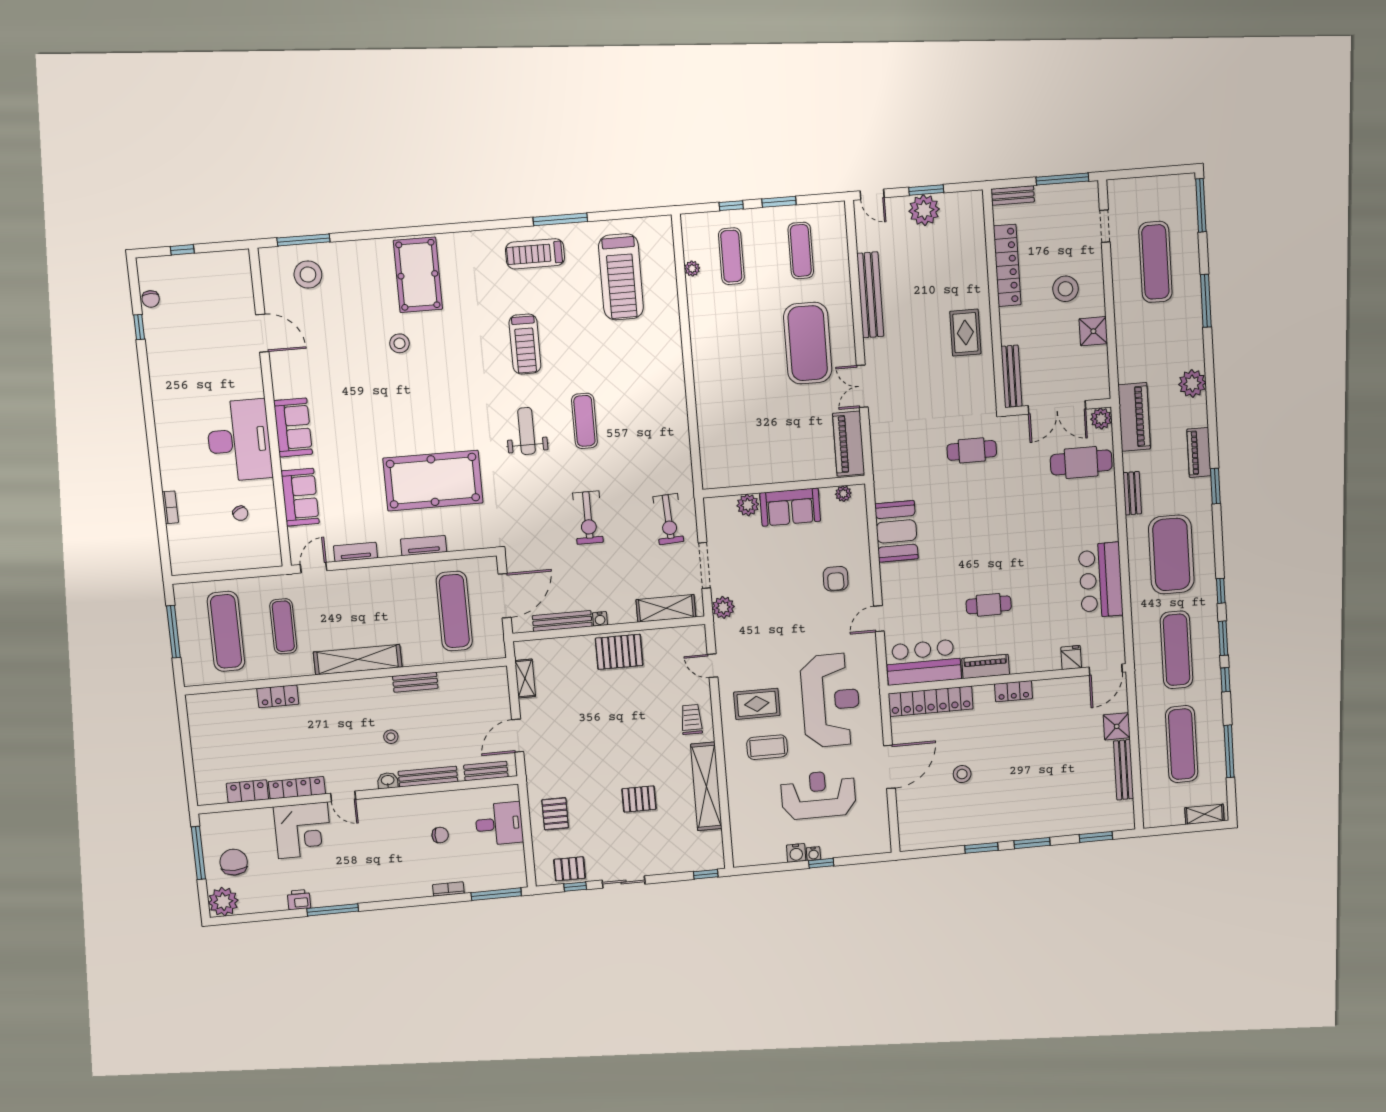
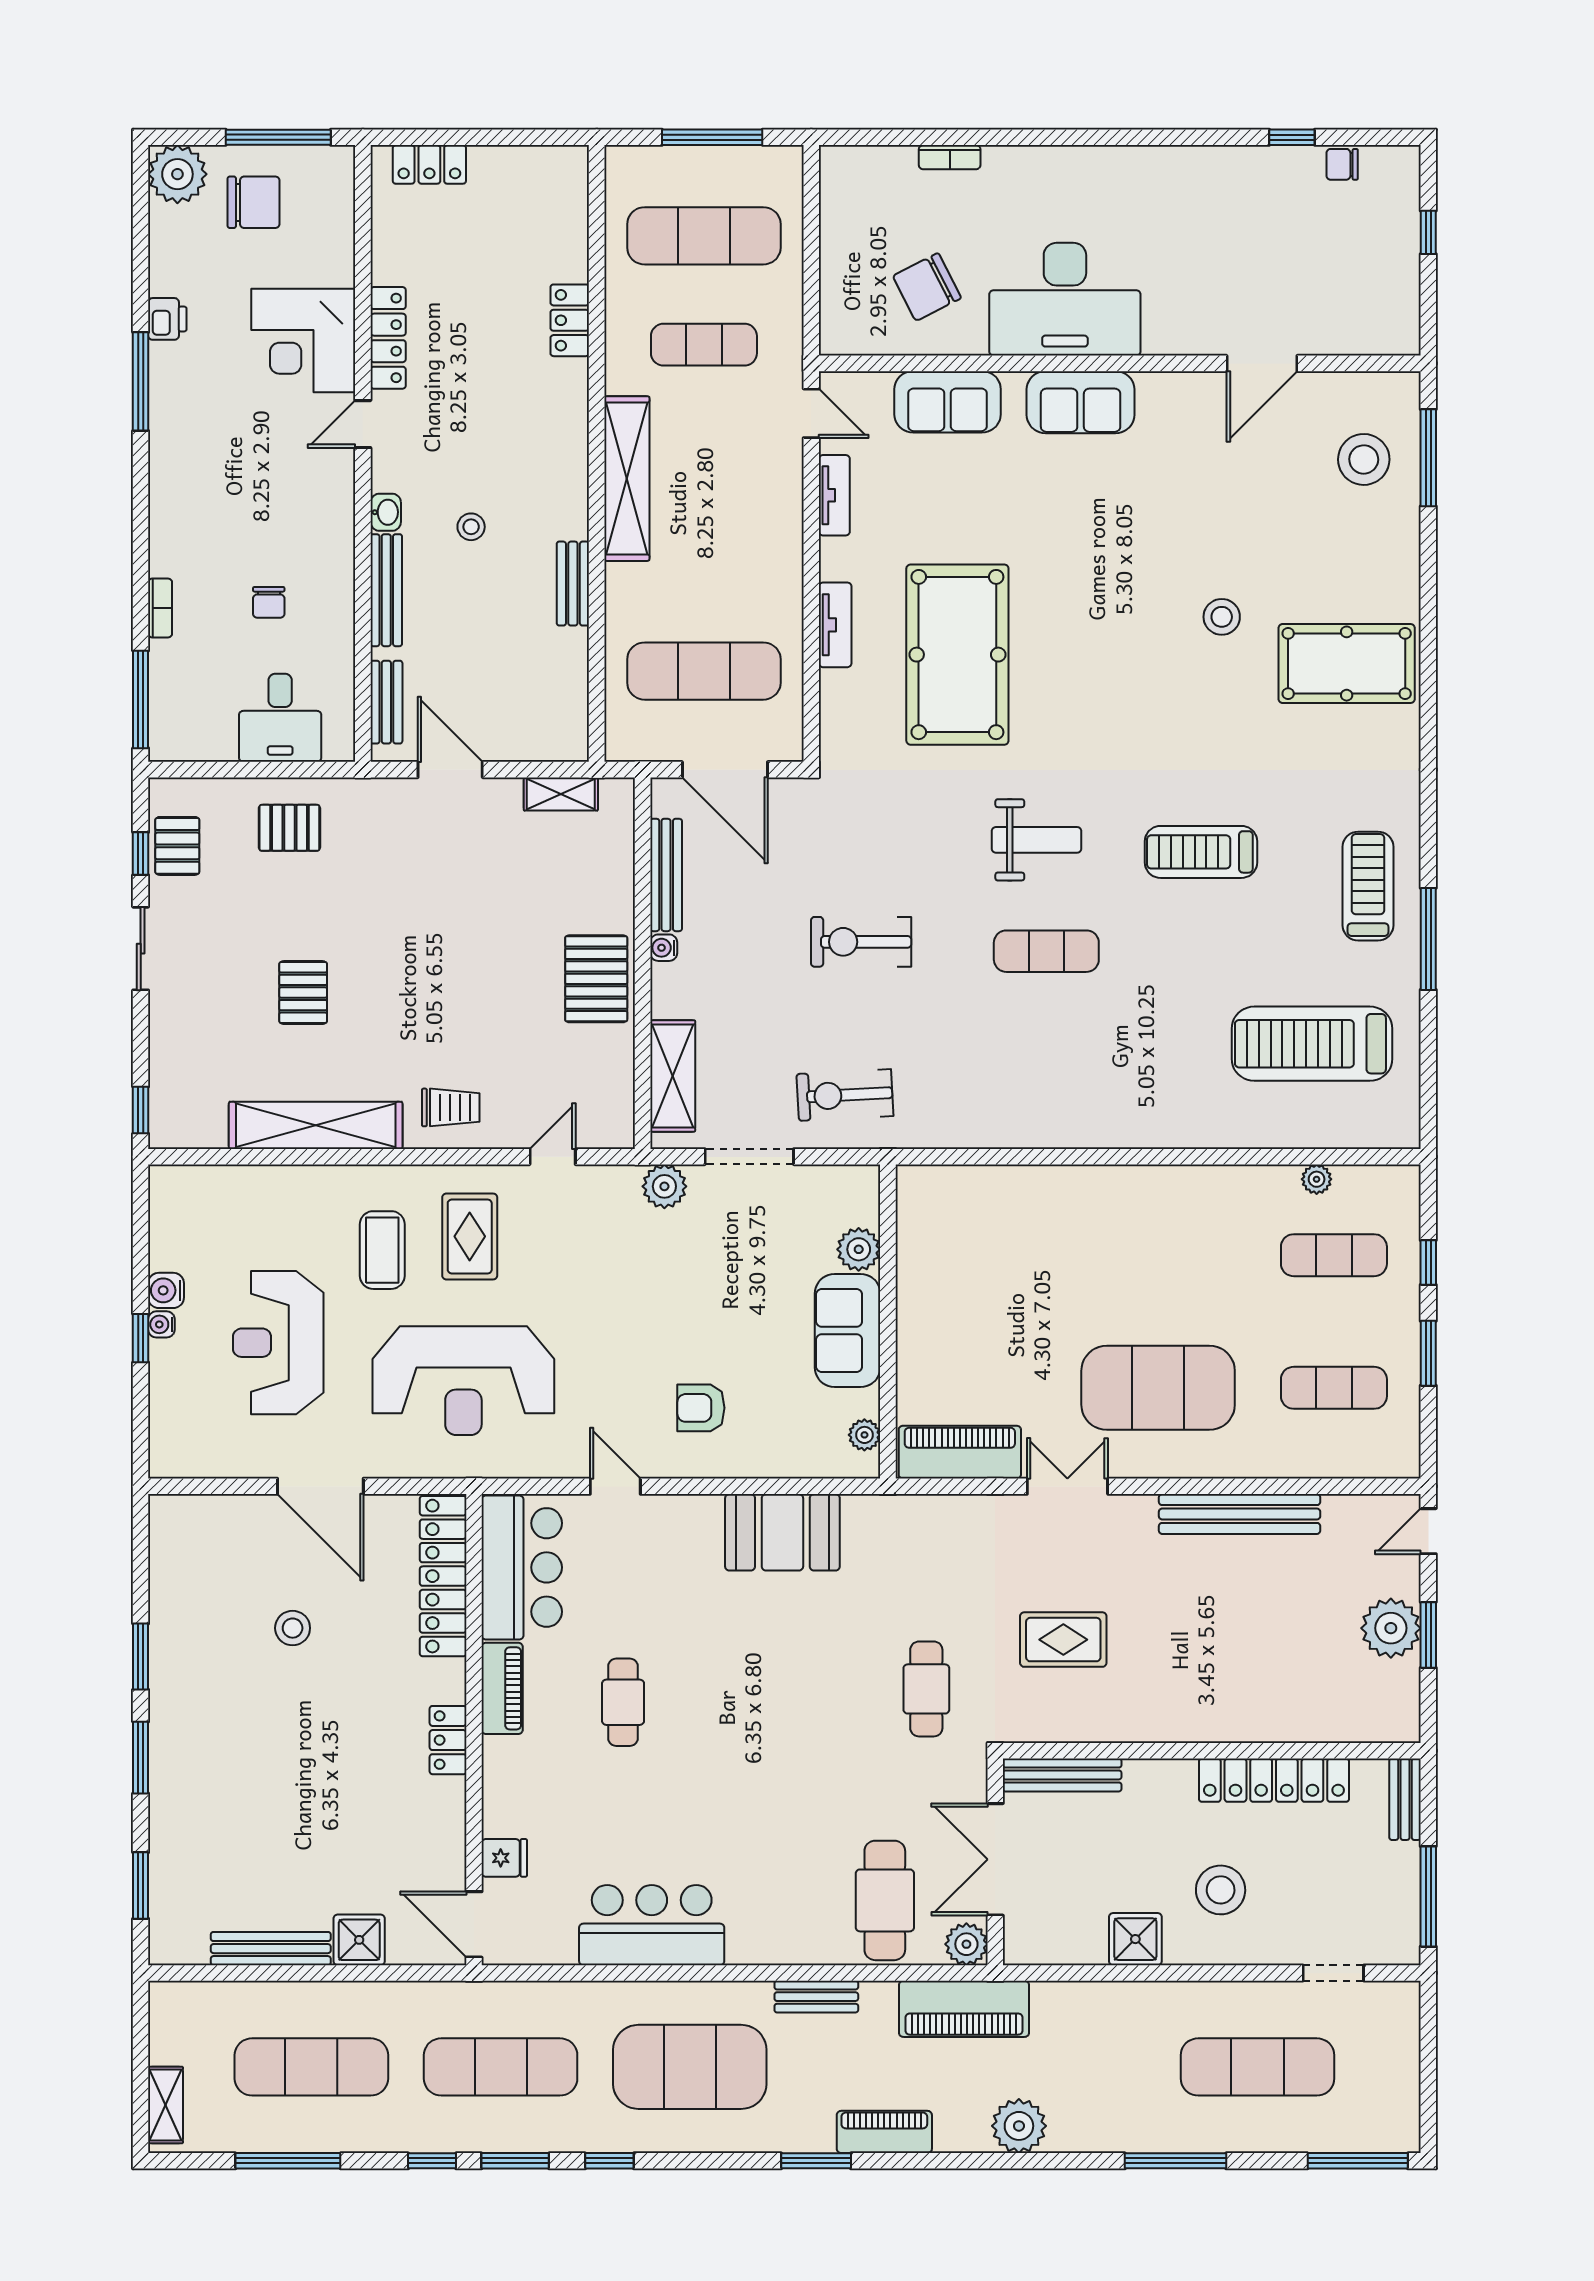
rug: (965, 333) -> (1063, 1640), moved
chair: (240, 513) -> (927, 287), width x1.87, depth x1.87
locker: (247, 791) -> (429, 164), moved, turned 90
reception desk: (818, 795) -> (278, 1343), turned 180

